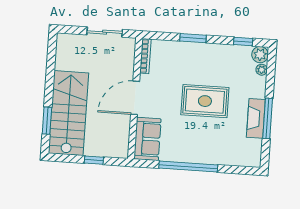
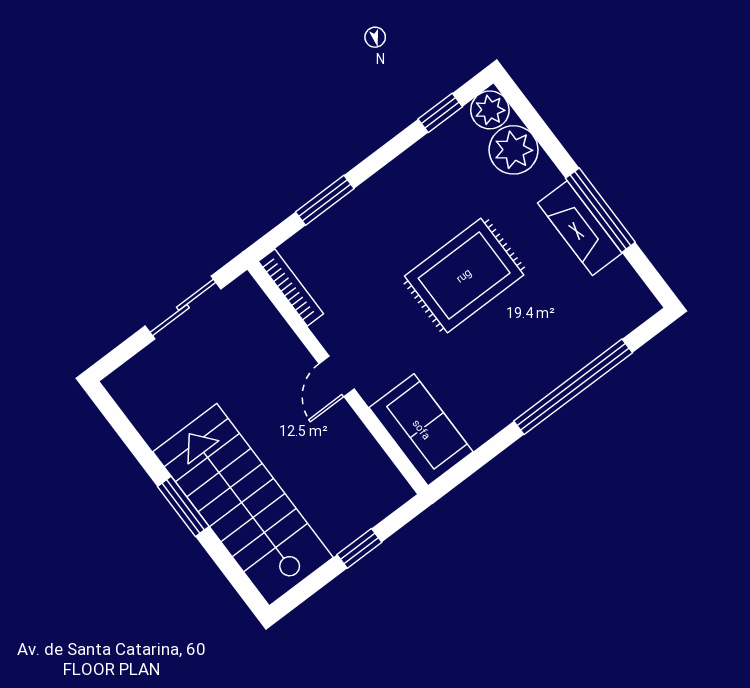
window: (193, 38) -> (325, 200), moved
plant: (262, 70) -> (514, 150), width x1.88, depth x1.88
door: (135, 98) -> (337, 376), width x0.53
window: (47, 121) -> (183, 506), moved
window: (188, 167) -> (573, 387), moved

